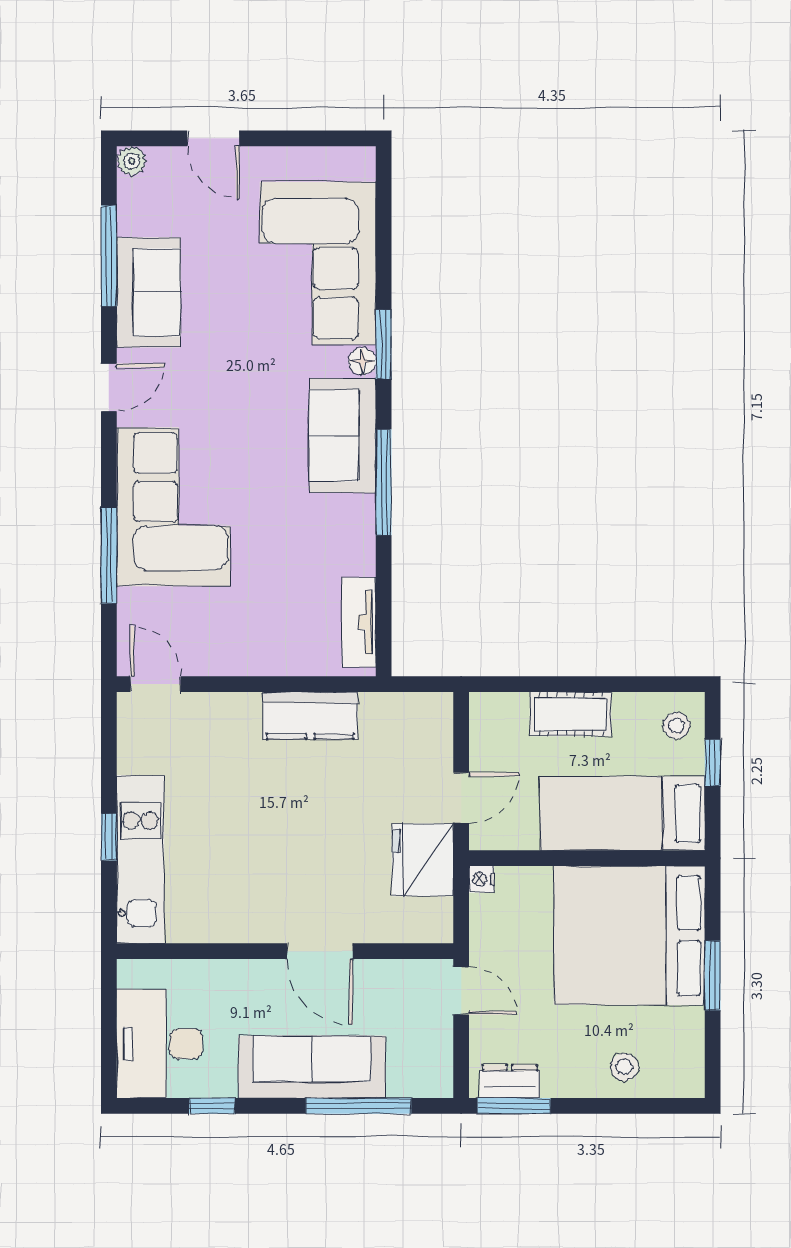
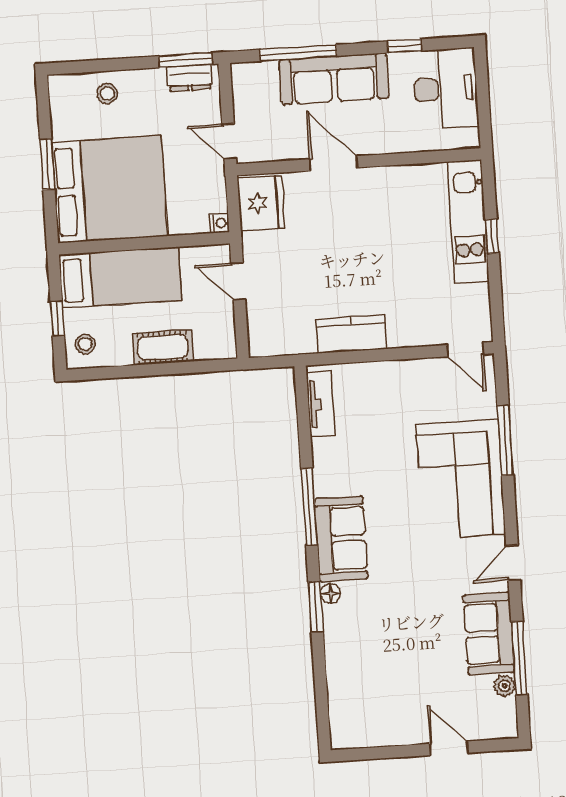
plant: (132, 161) -> (504, 686), moved
corner sofa: (318, 263) -> (367, 663), removed
door: (461, 798) -> (238, 281), hinge flipped
fridge: (423, 860) -> (261, 203), moved

